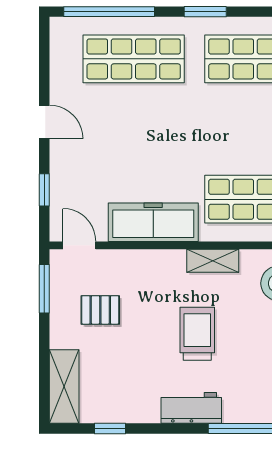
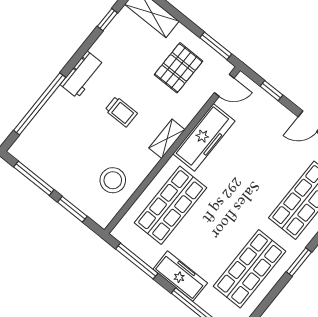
shelving: (213, 261) -> (167, 139), moved
pallet: (100, 310) -> (178, 68), width x1.50, depth x1.42
trolley: (197, 334) -> (121, 112), width x0.73, depth x0.72

